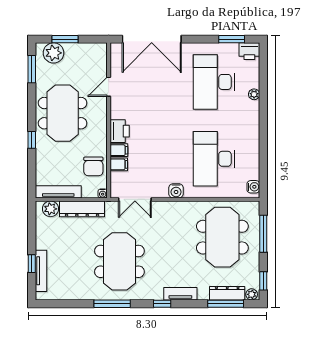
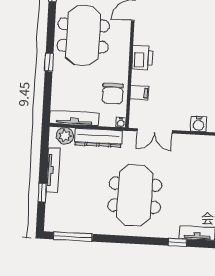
filing cabinet: (119, 150) -> (140, 78), removed
tv unit: (41, 271) -> (53, 170), moved
window: (112, 304) -> (73, 237), moved

